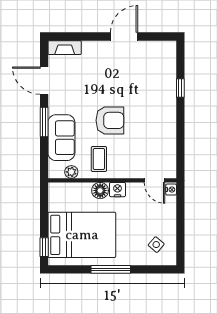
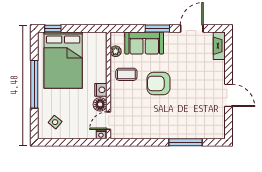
window: (180, 88) -> (186, 142), width x2.17
armchair: (110, 120) -> (159, 83), turned 90
floor lamp: (100, 191) -> (100, 104), moved
window: (111, 269) -> (34, 84), width x1.46

